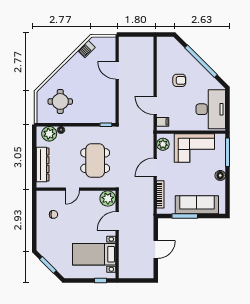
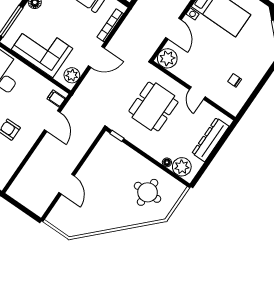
barbecue: (86, 49) -> (83, 228), removed
door: (72, 189) -> (197, 93), swing flipped
door: (117, 221) -> (173, 29), hinge flipped

